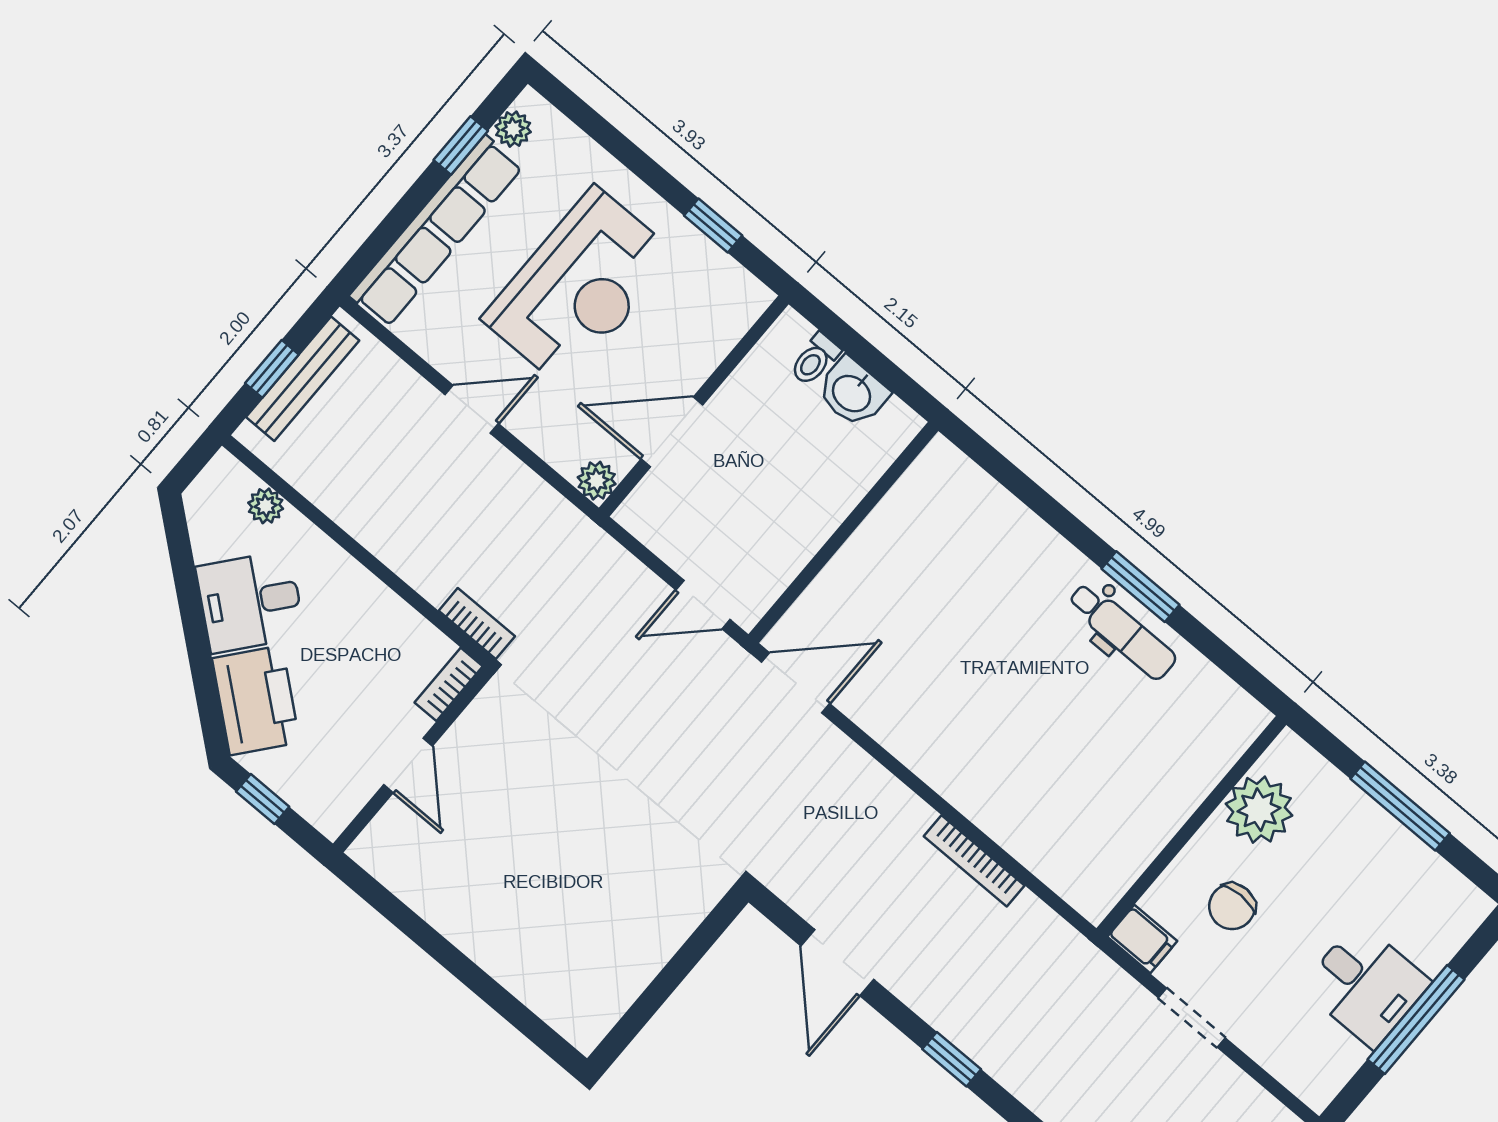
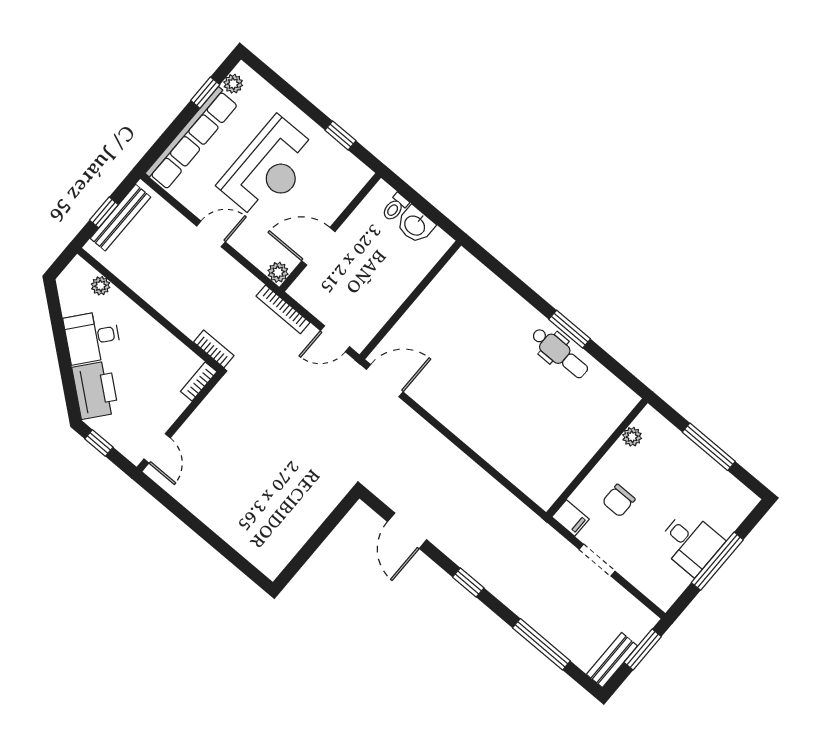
door: (408, 765) -> (157, 448), moved
plant: (1259, 810) -> (632, 437), width x0.53, depth x0.53
bookcase: (974, 861) -> (283, 309), moved

